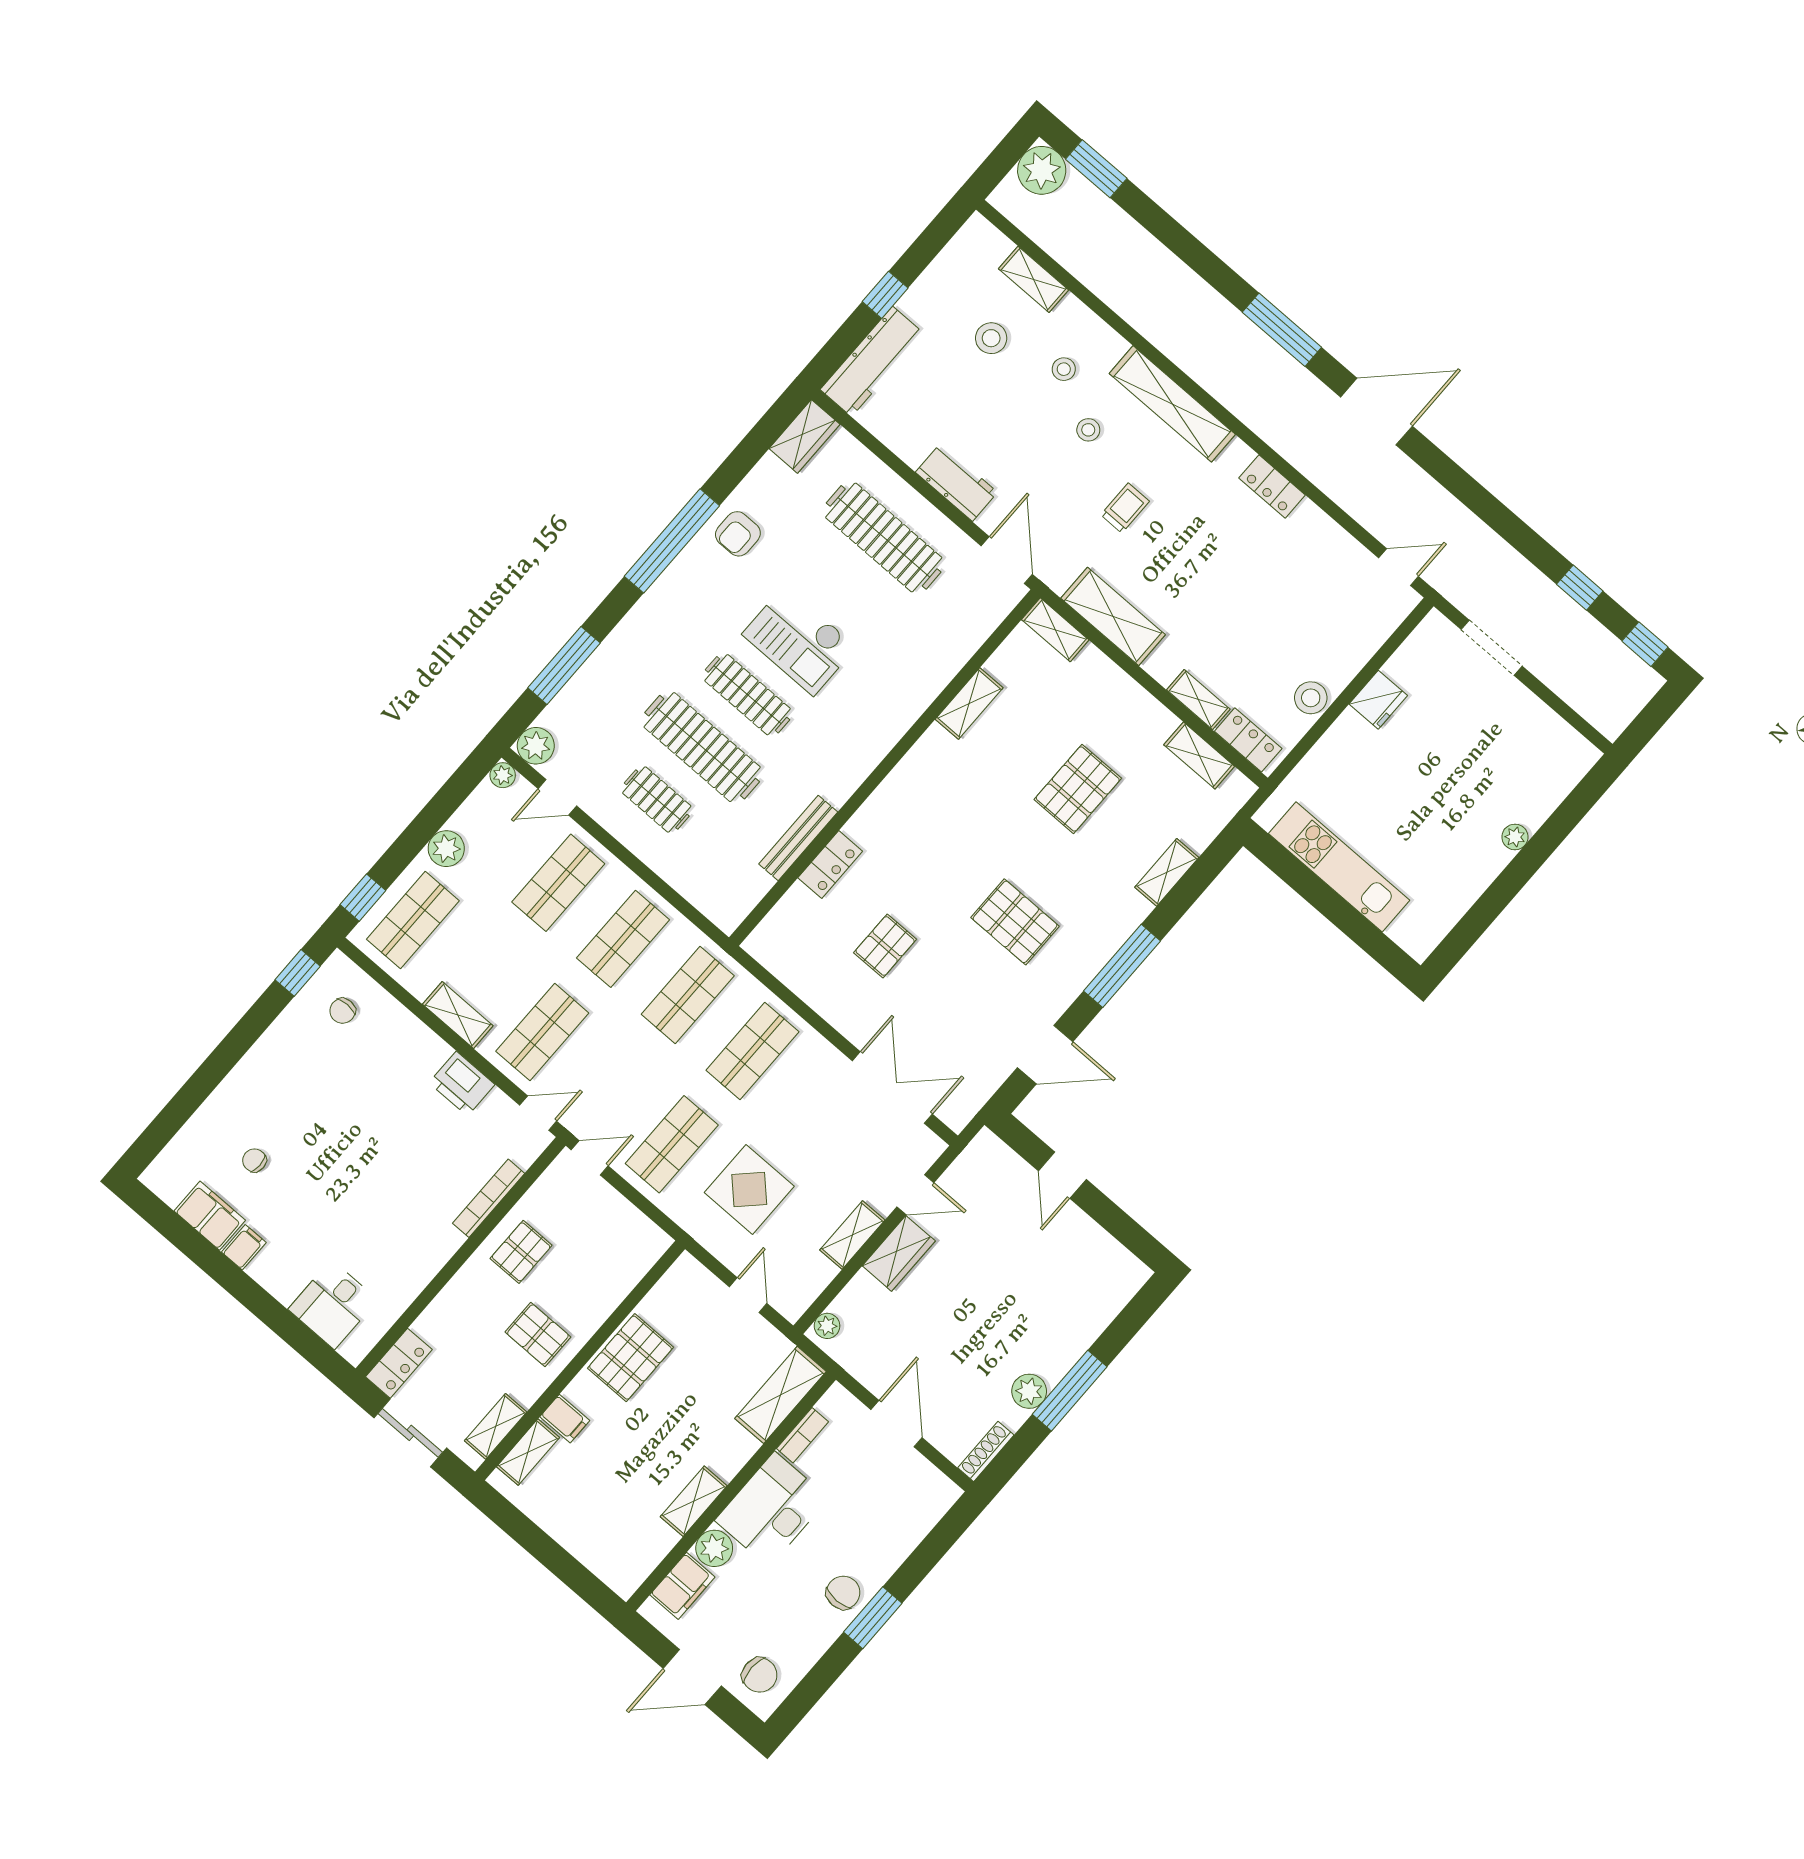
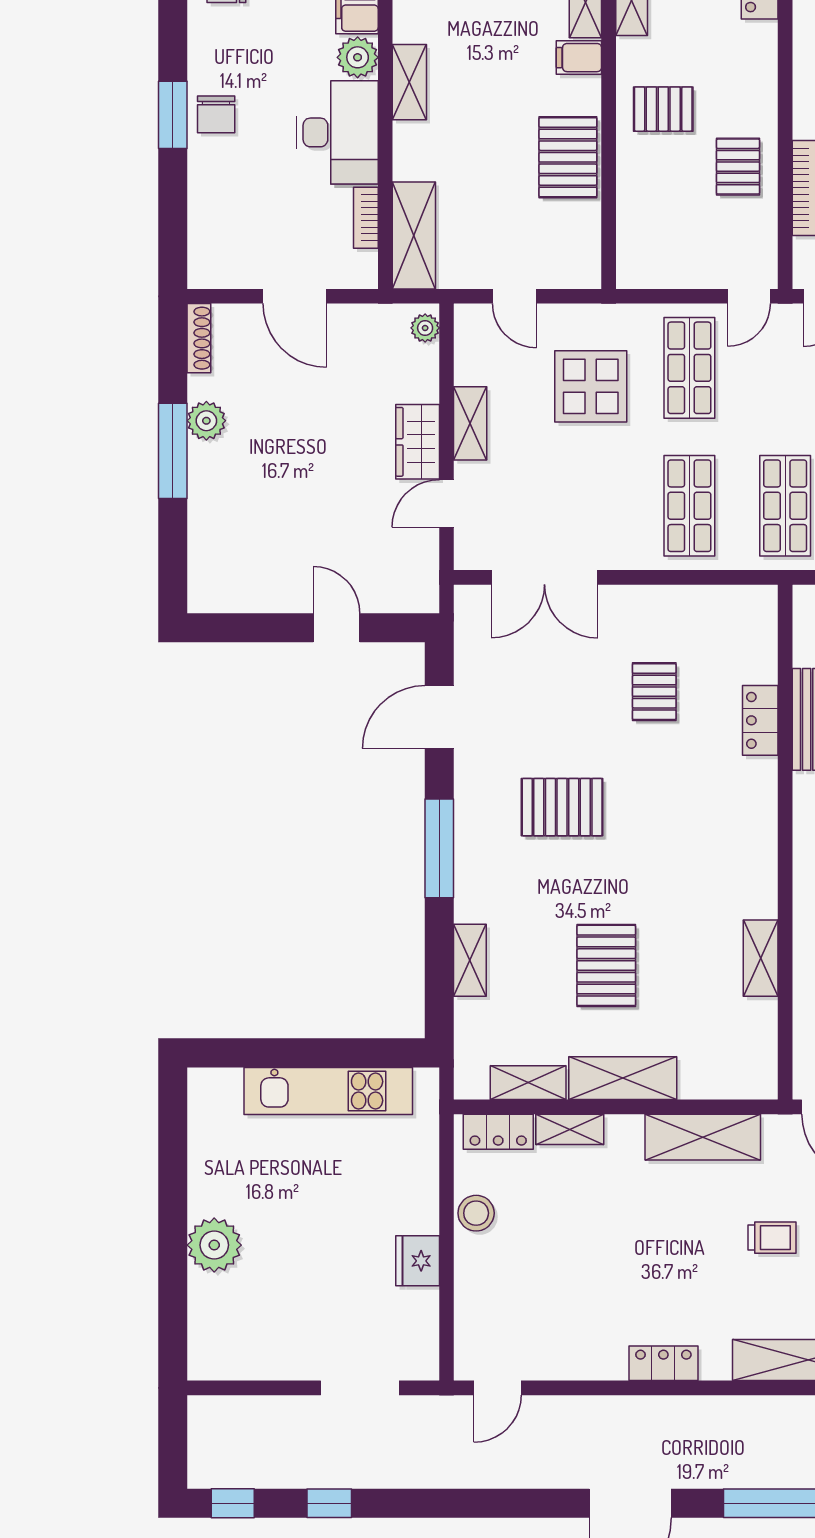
trolley: (1125, 508) -> (772, 1238), turned -90
shelving: (1055, 630) -> (623, 1078), moved, width x1.50, depth x1.33
plant: (1515, 837) -> (214, 1245), width x1.88, depth x1.88

